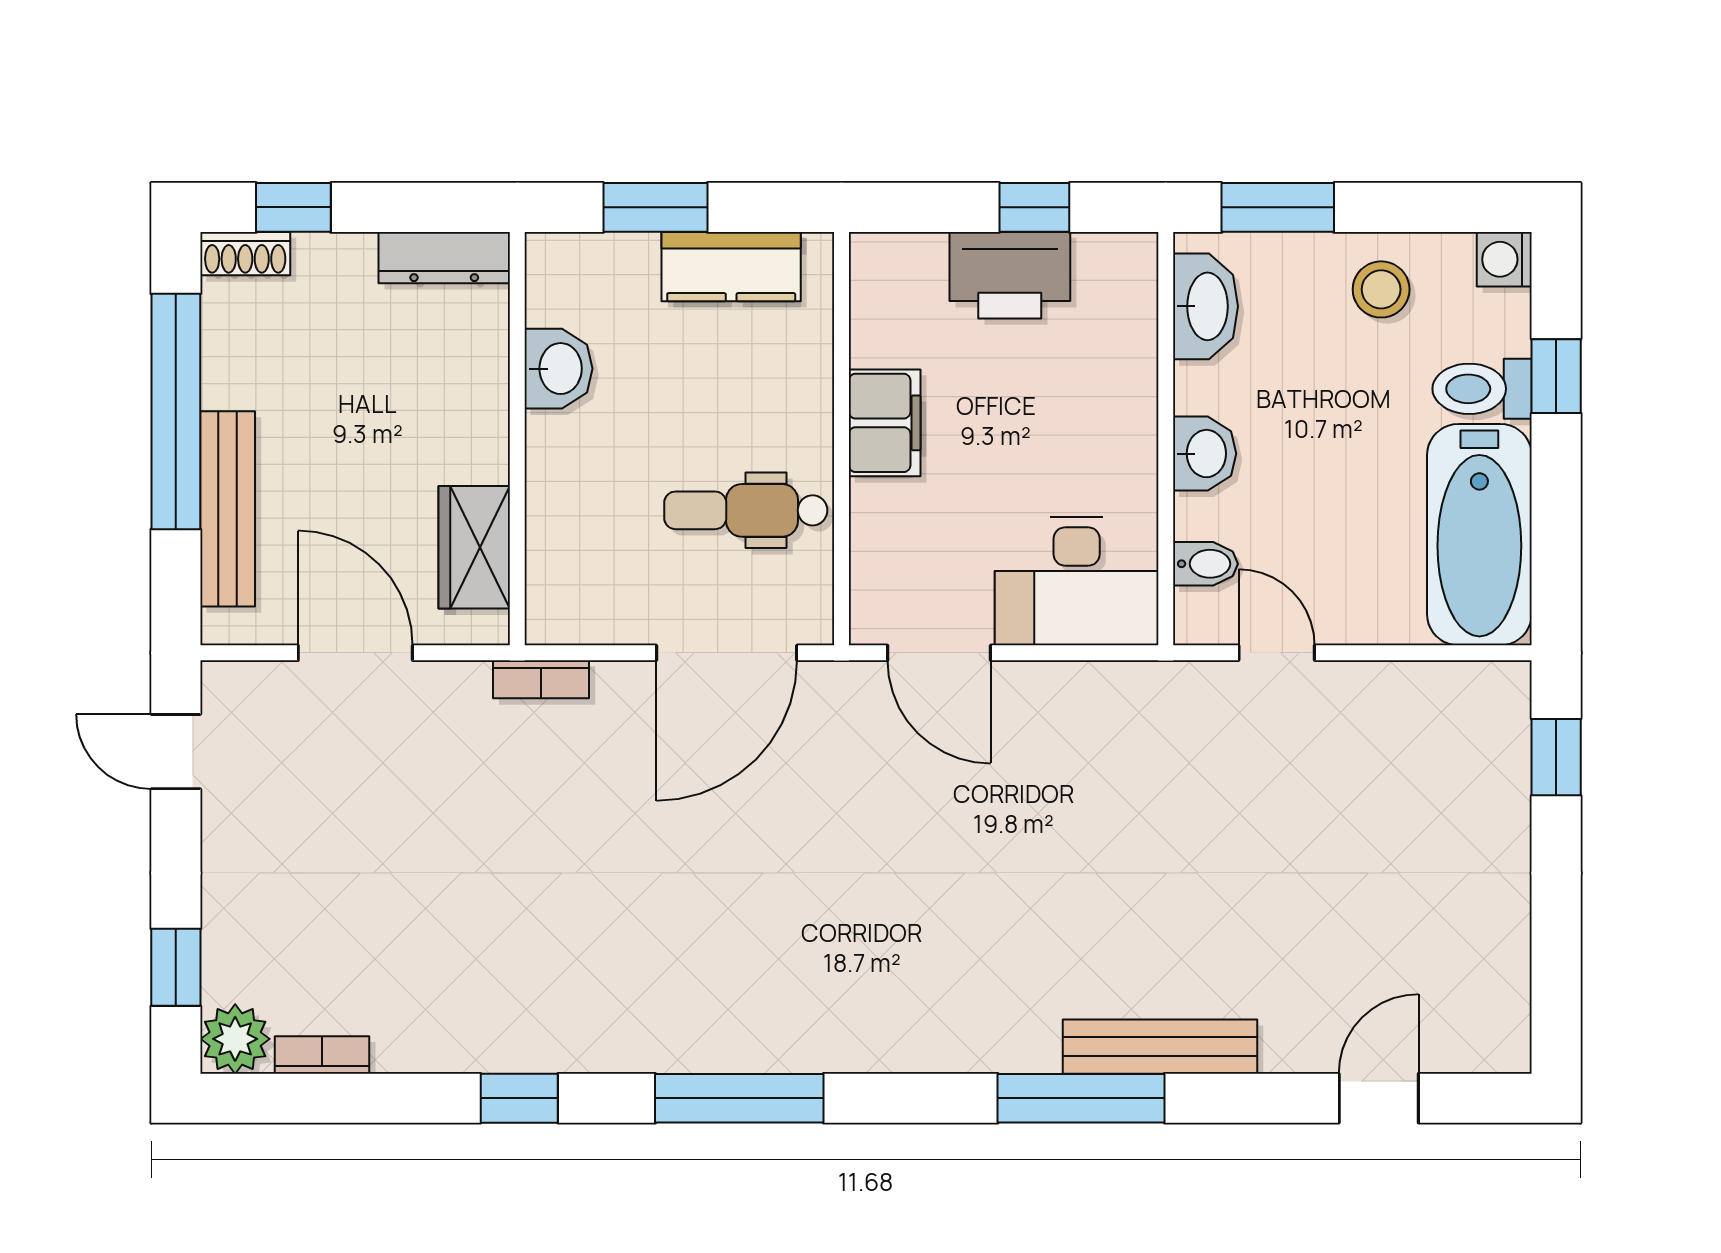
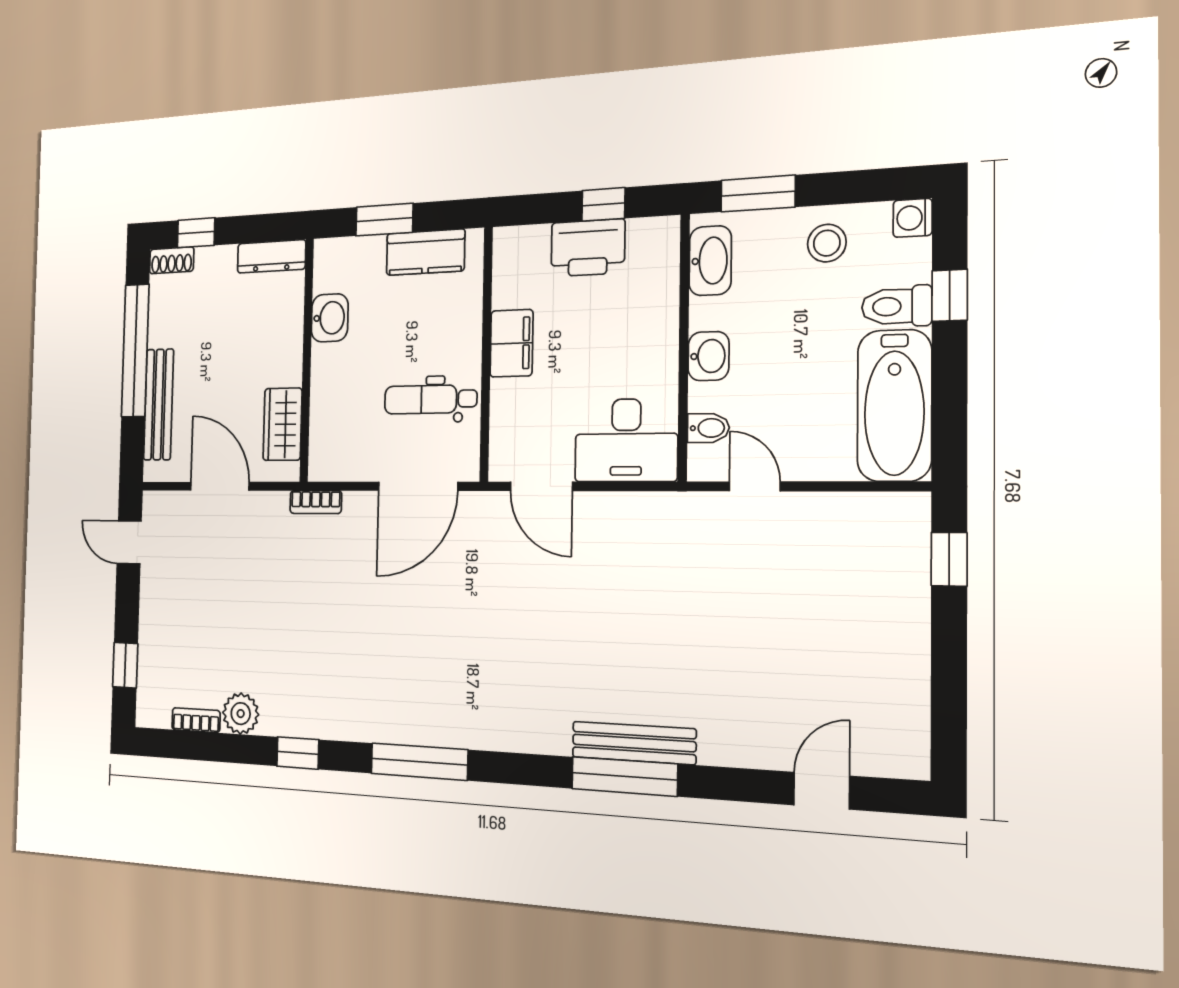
plant: (235, 1039) -> (241, 714), moved
bench: (1160, 1047) -> (634, 743), moved

